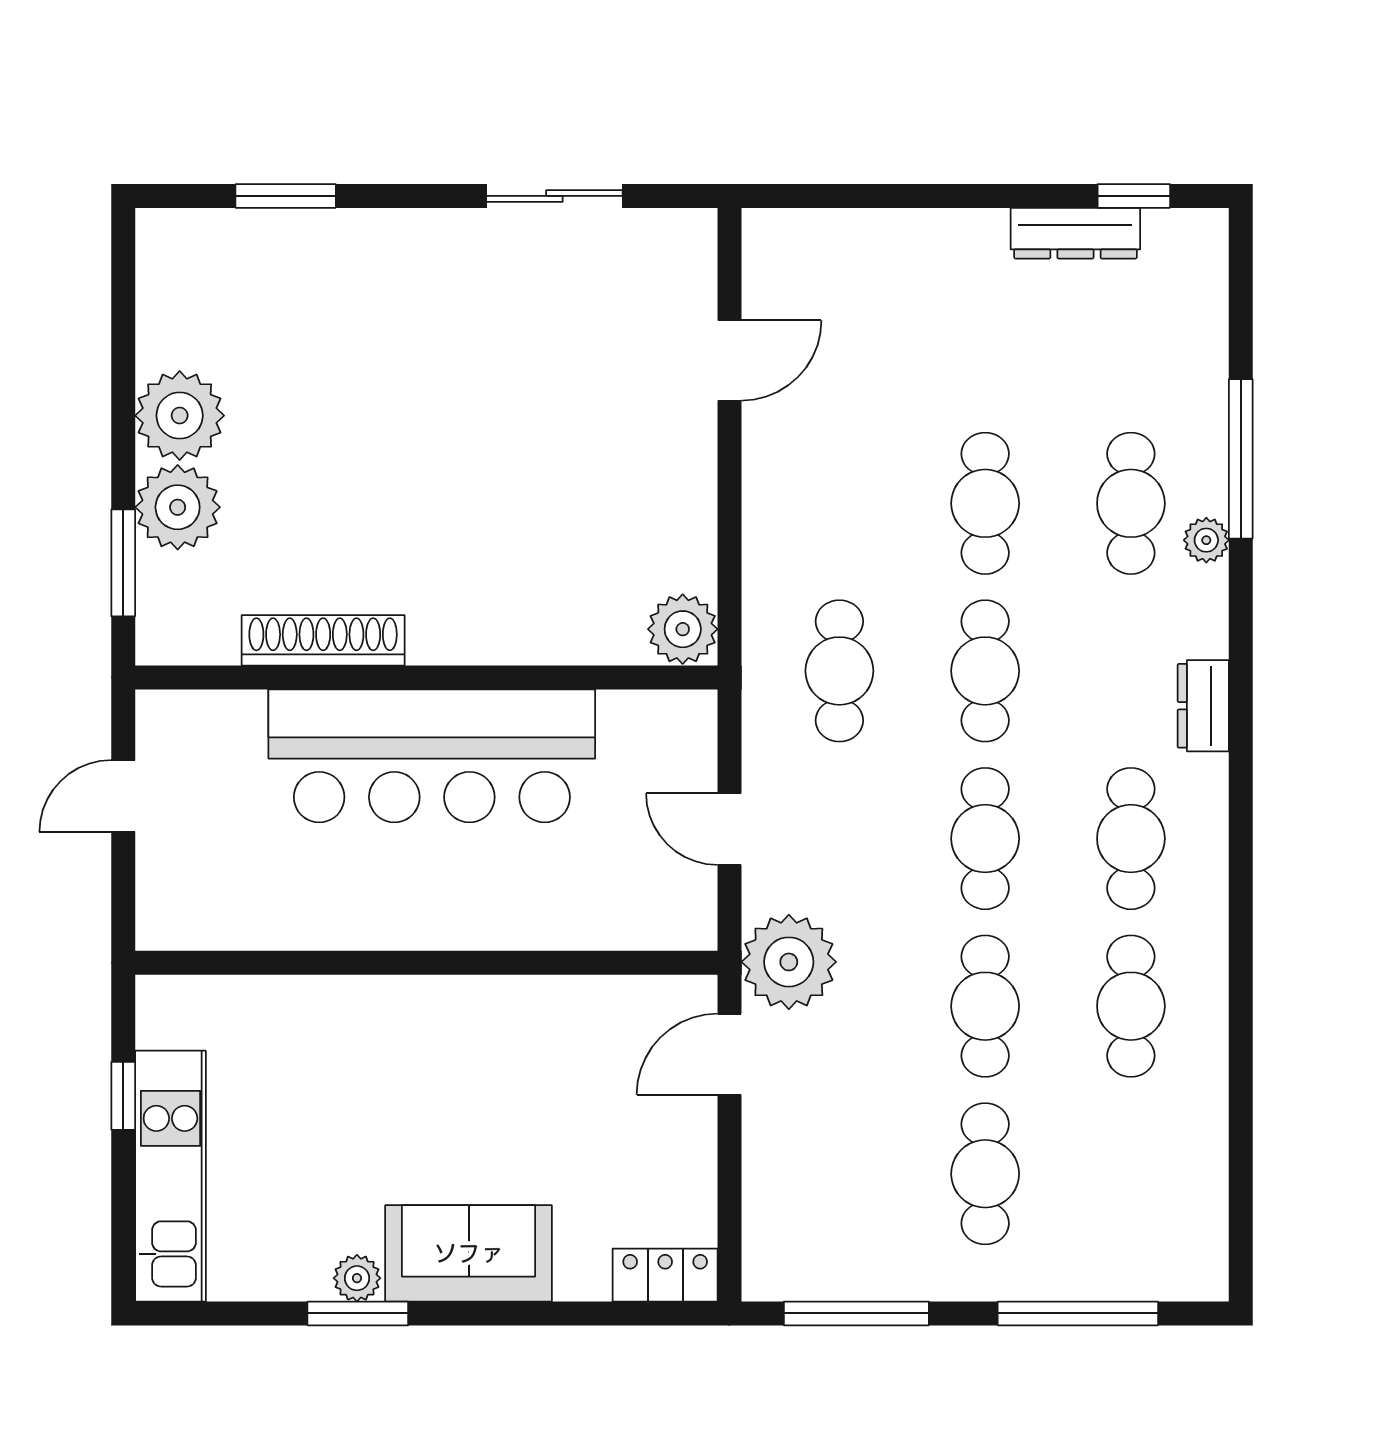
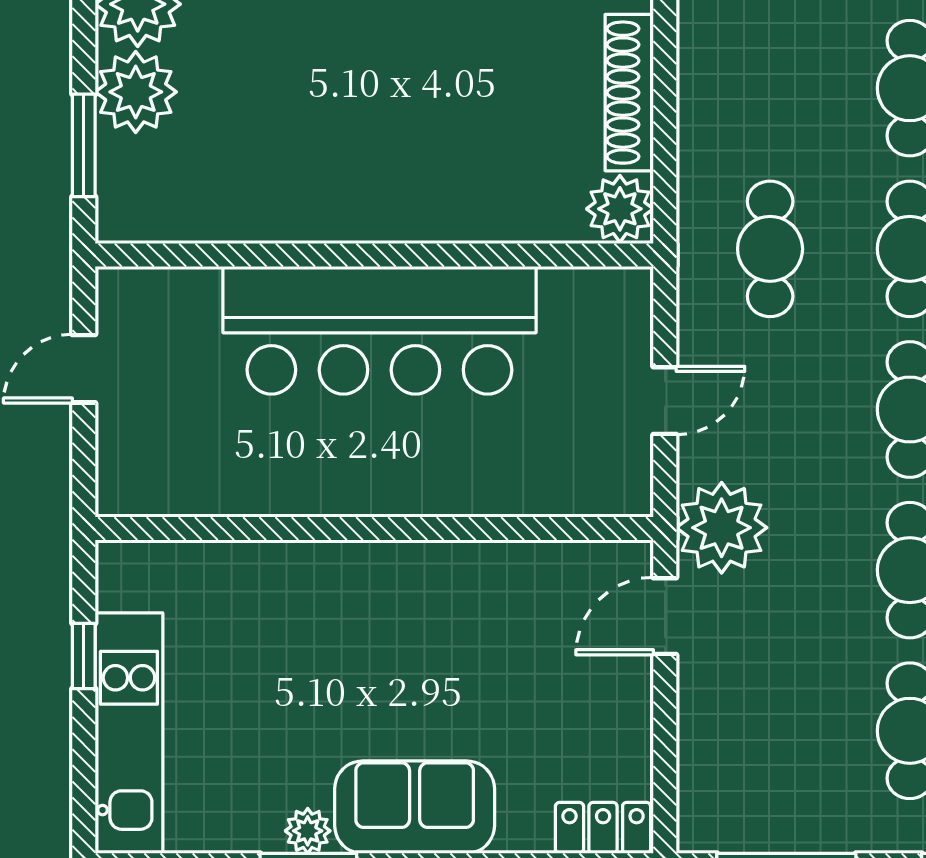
shoe rack: (323, 640) -> (629, 93), moved, turned -90
door: (730, 829) -> (665, 401), swing flipped

